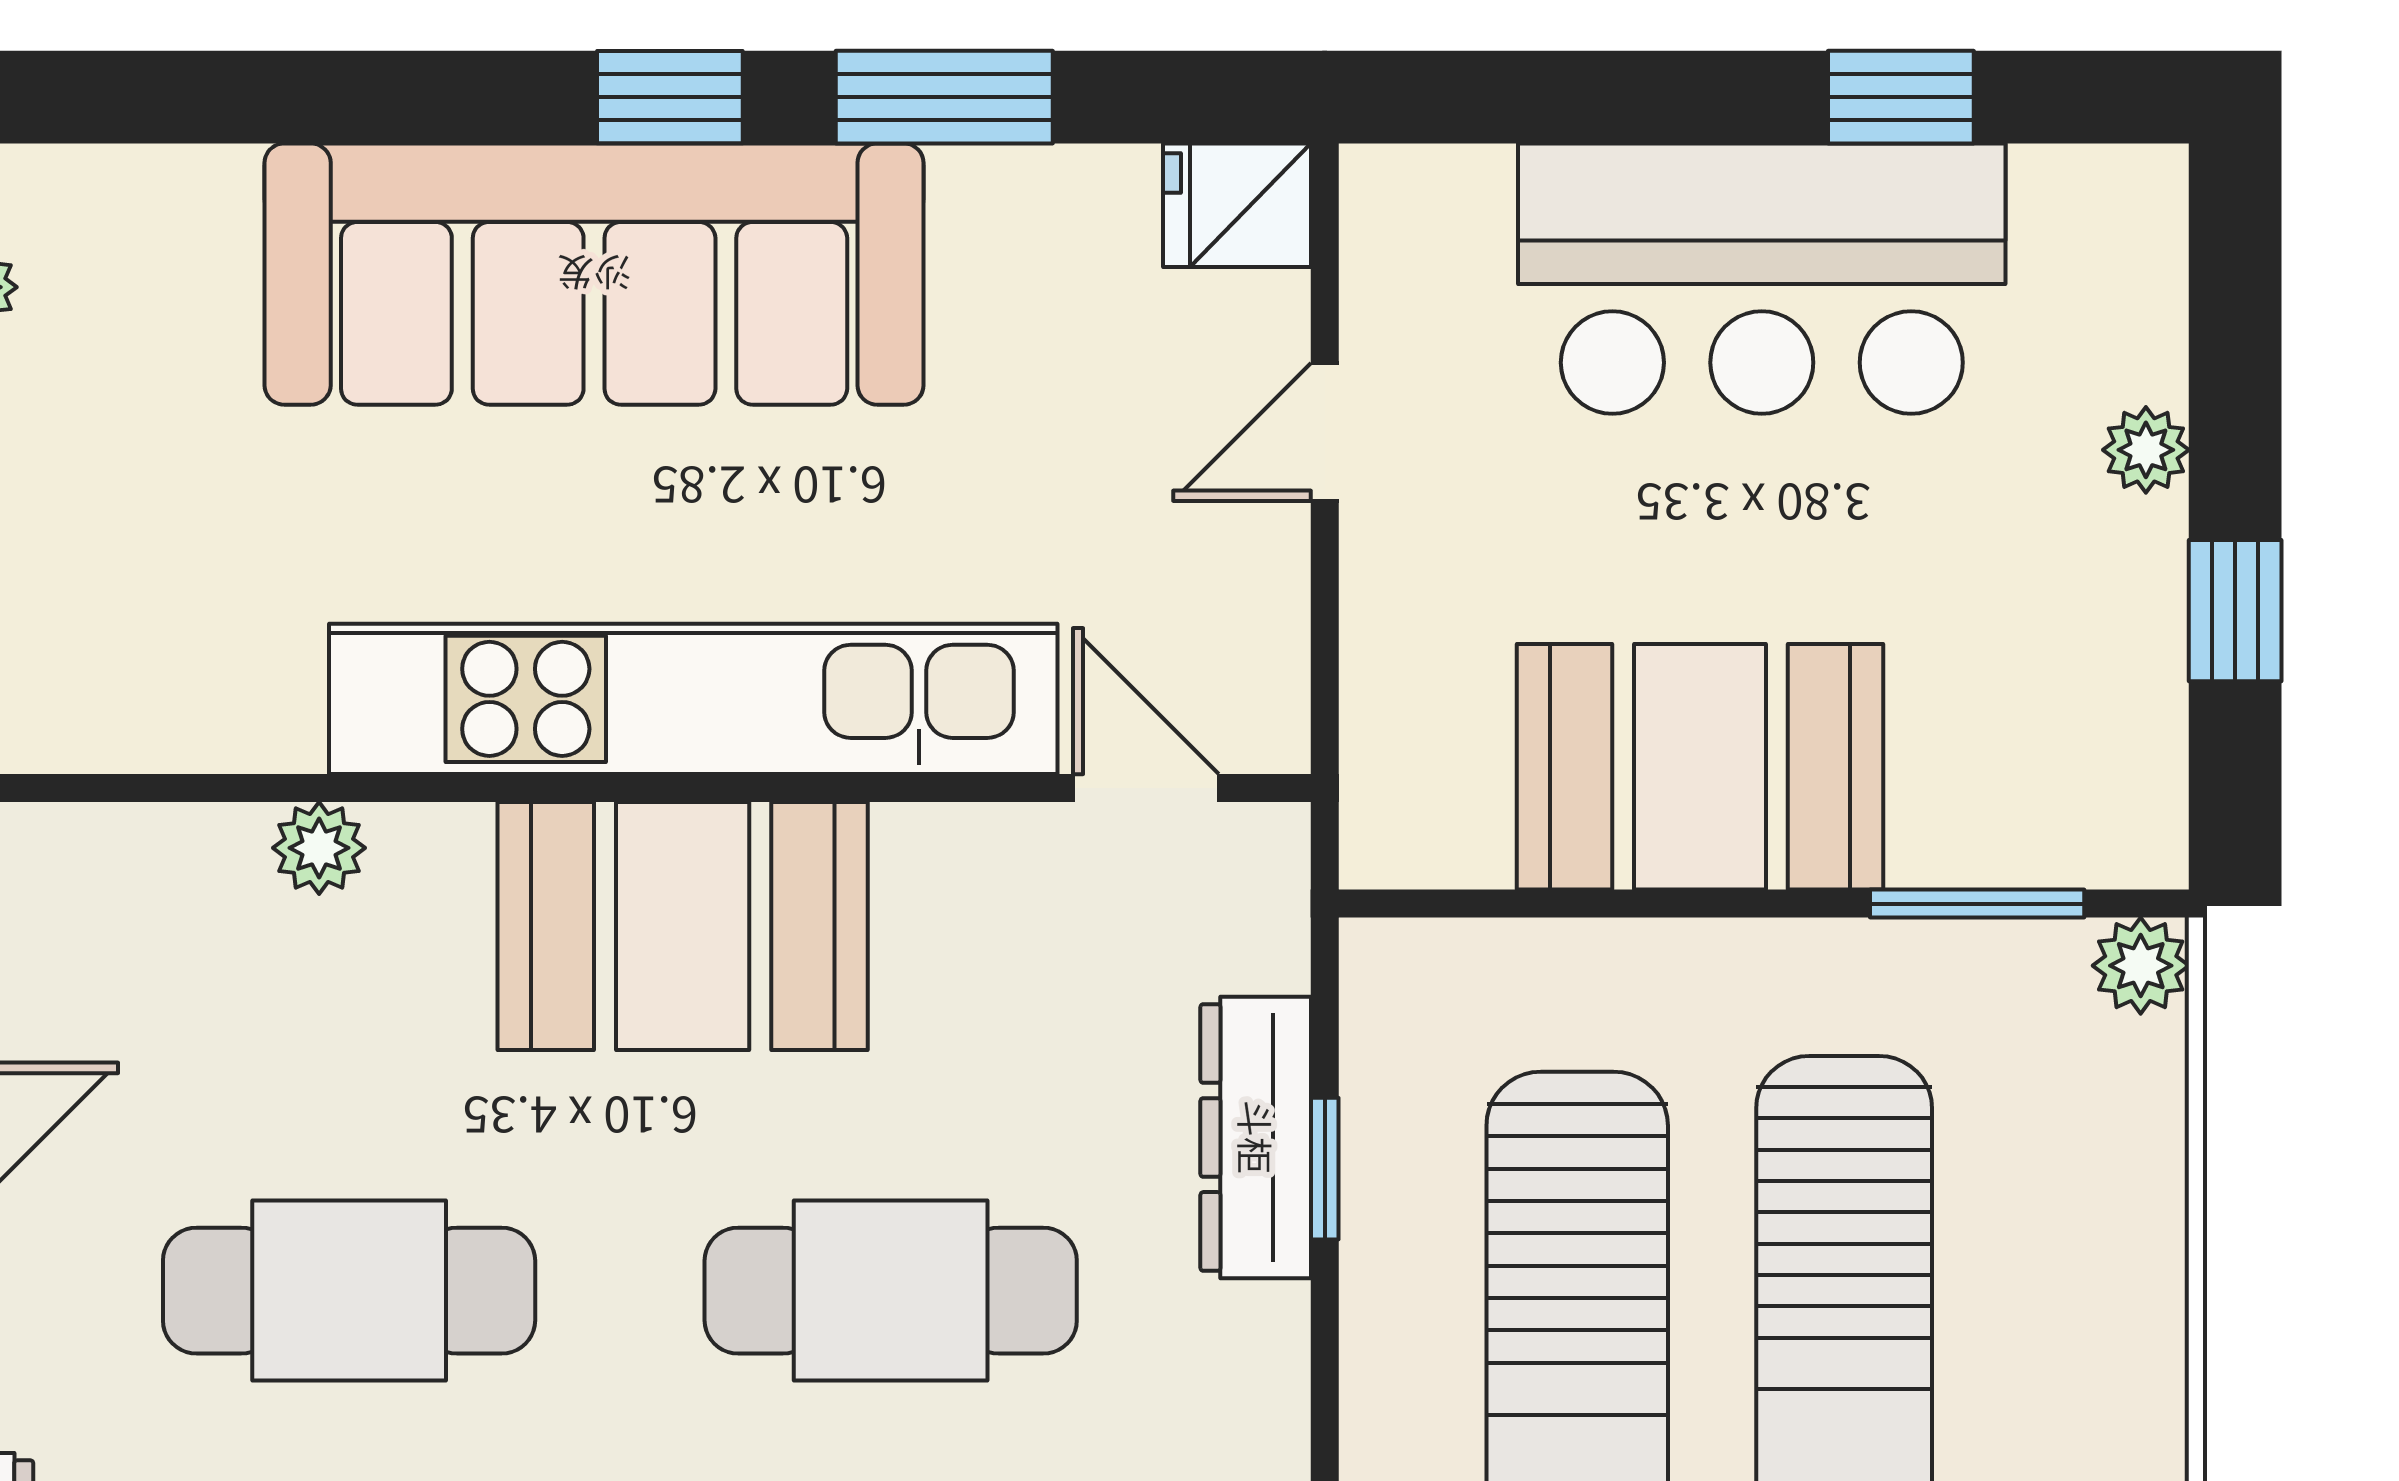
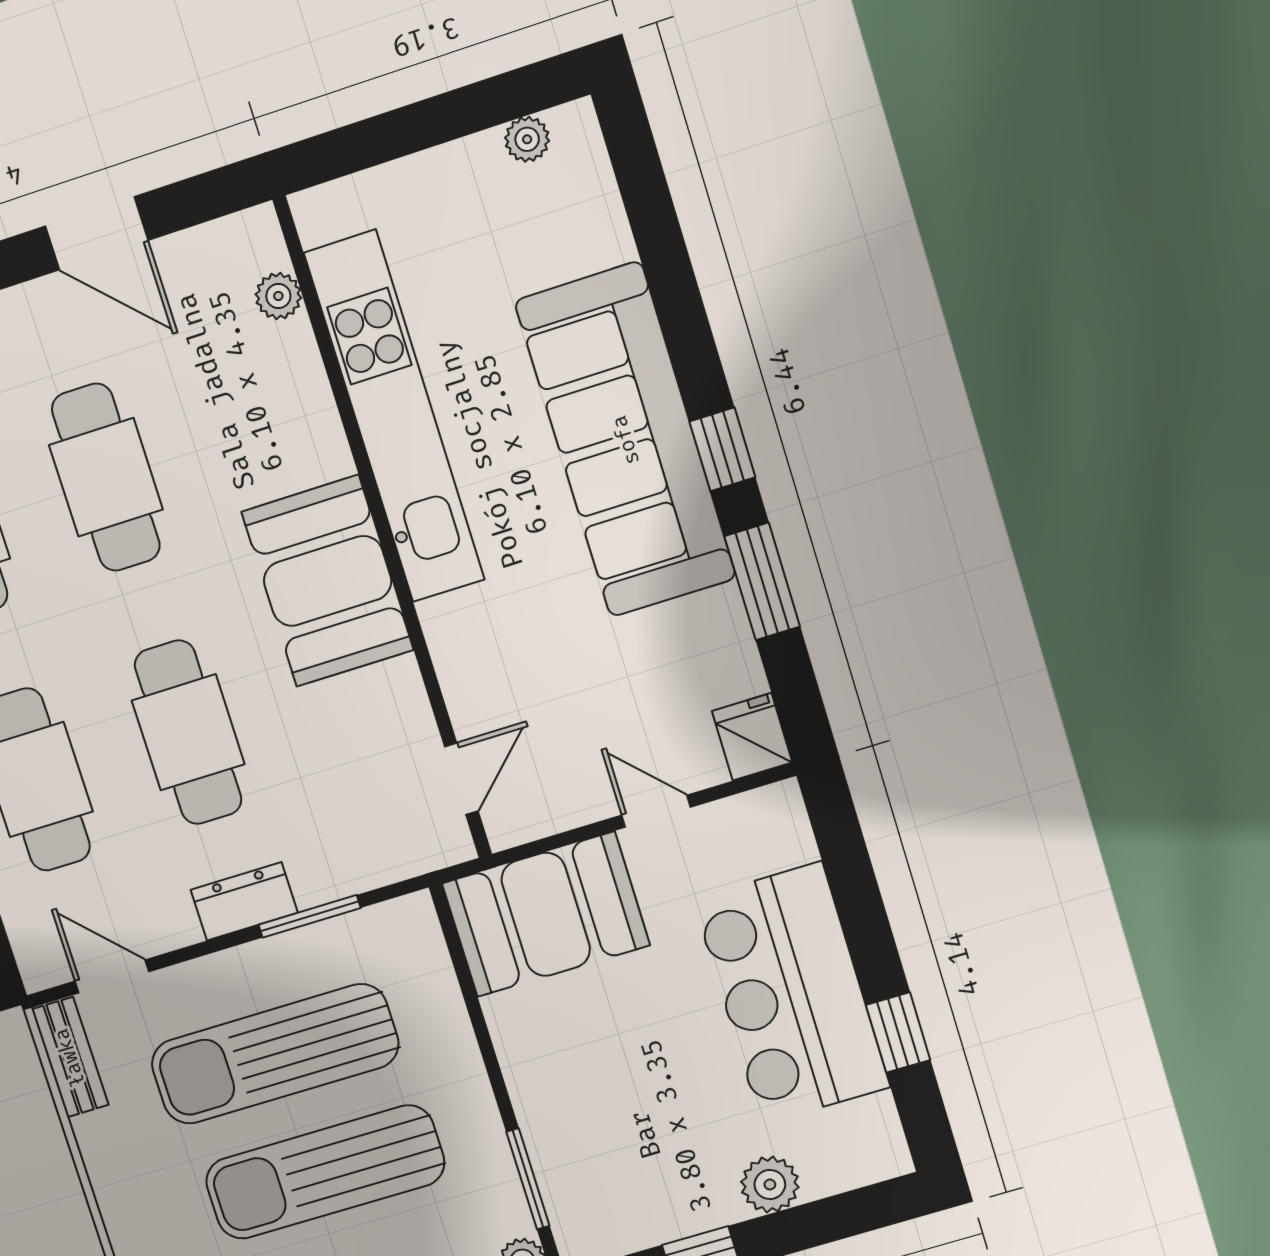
plant: (2146, 450) -> (770, 1184), width x1.38, depth x1.38
kitchen unit: (693, 699) -> (394, 417), moved
booth: (1700, 767) -> (546, 914), moved, turned 90
plant: (319, 848) -> (278, 296), moved
dresser: (1256, 1137) -> (244, 901), moved, width x0.70
window: (1325, 1169) -> (310, 916), width x1.50

